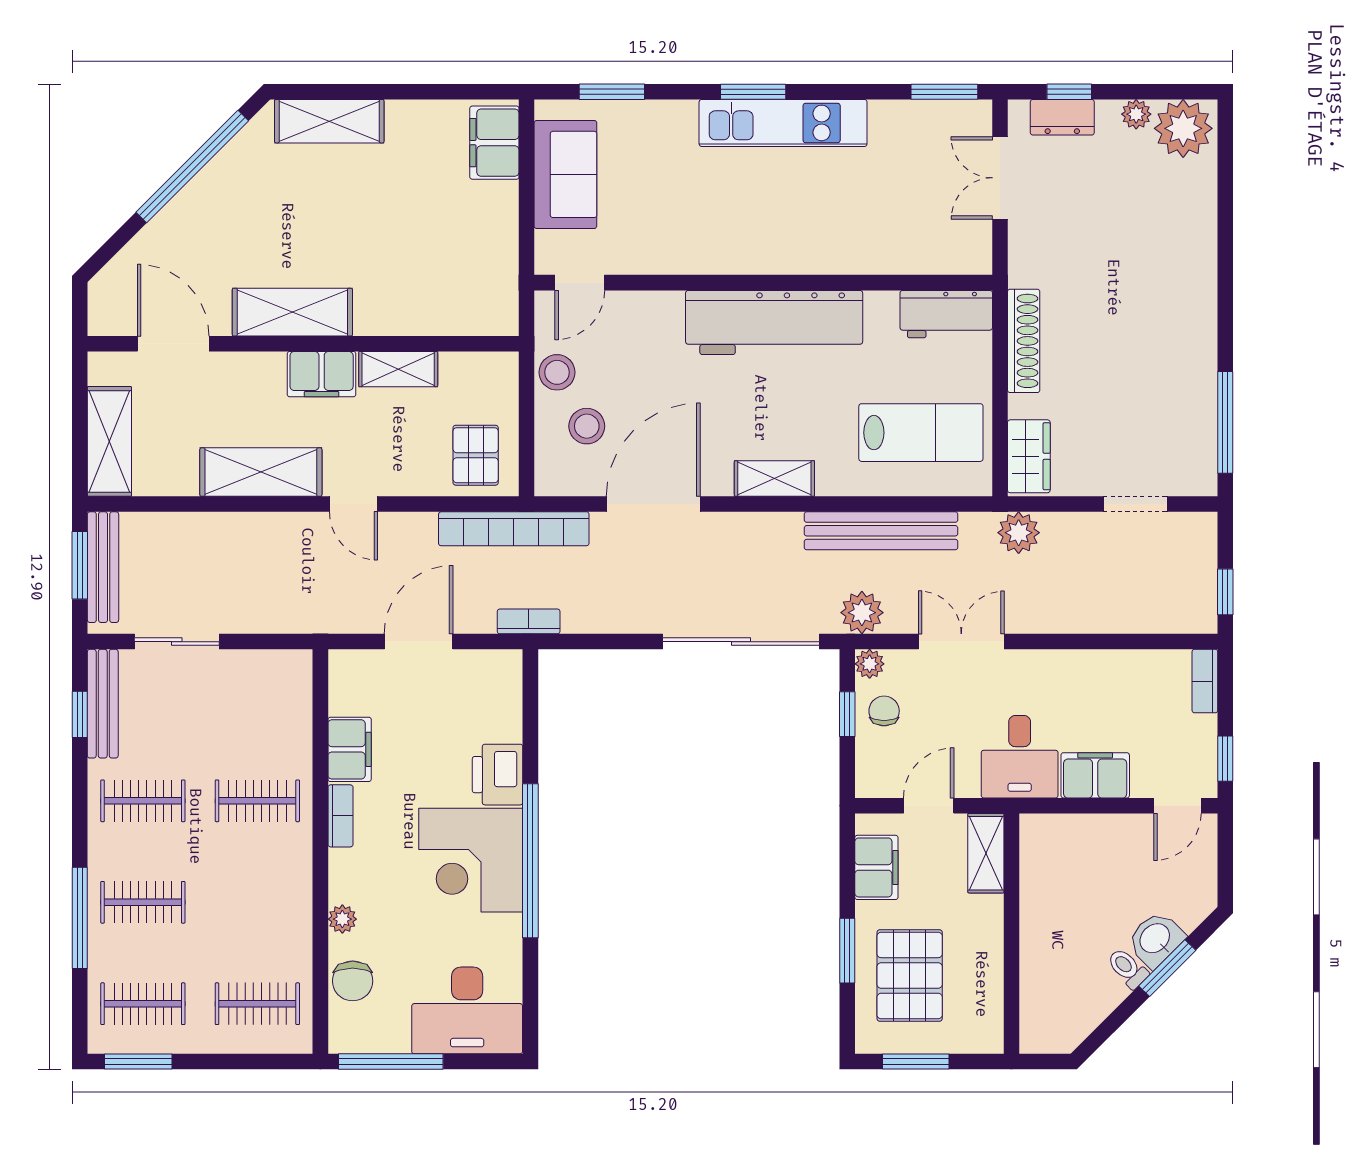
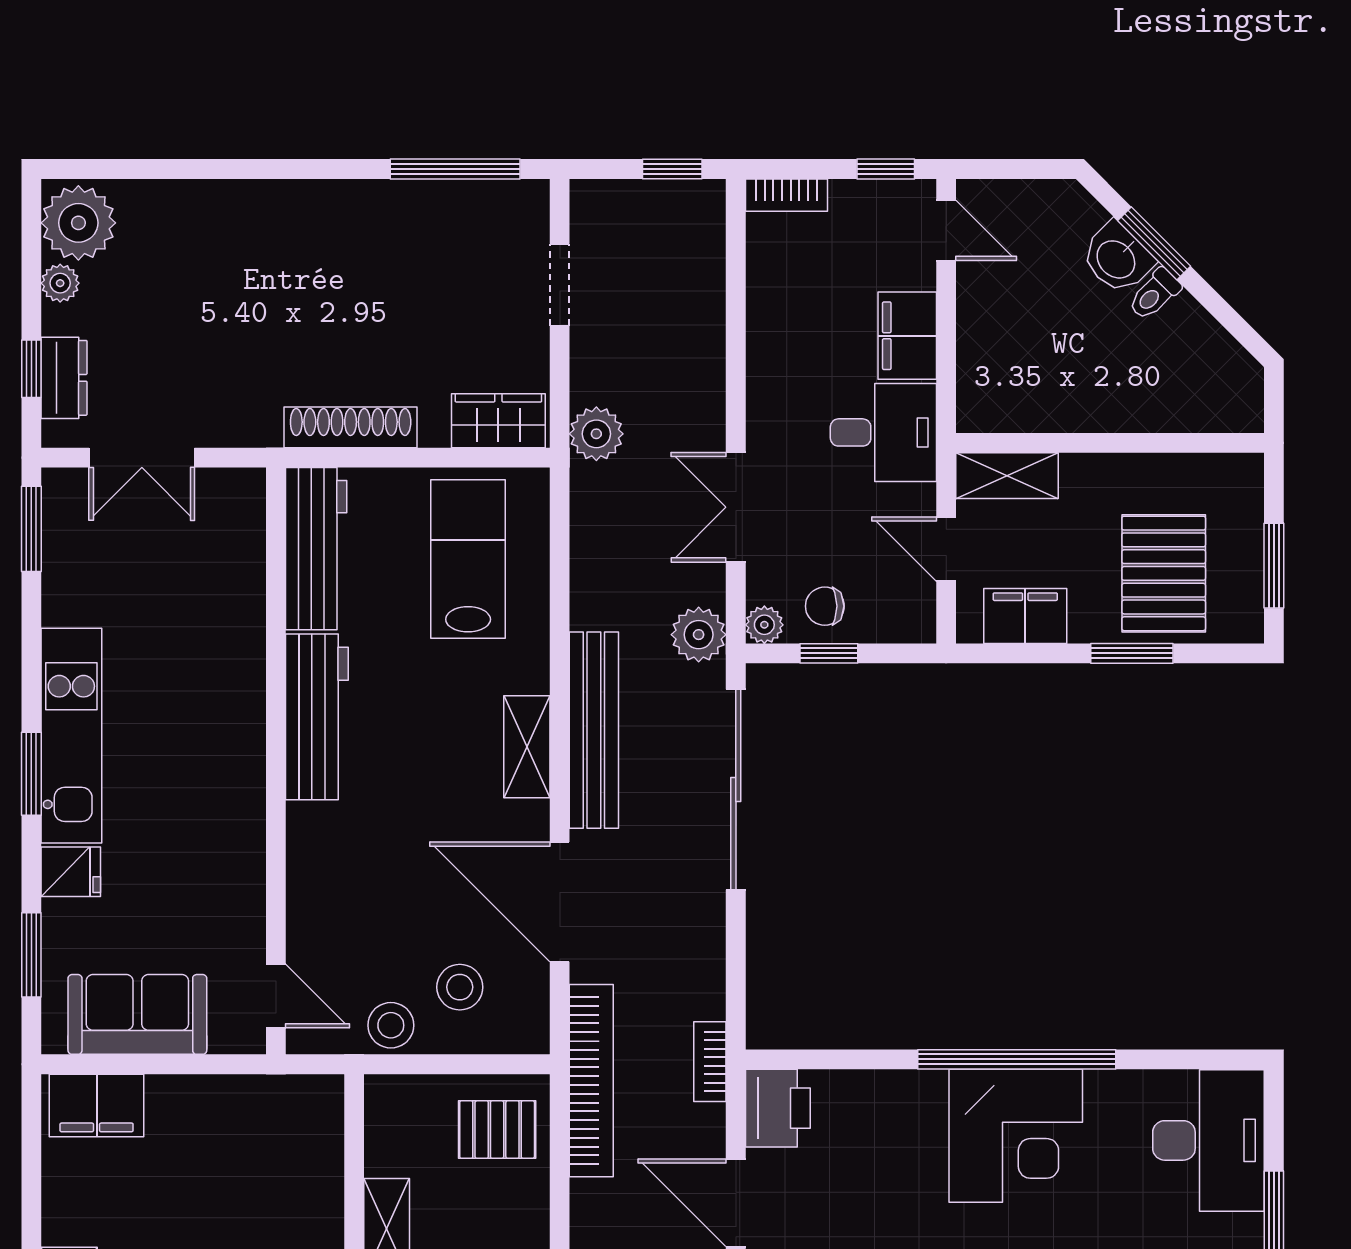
fridge: (677, 122) -> (71, 872), added
workbench: (946, 314) -> (316, 549), width x1.38
workbench: (774, 322) -> (317, 717), width x0.73, depth x0.76
bench: (881, 531) -> (594, 730), moved
printer: (498, 775) -> (778, 1108), moved, turned -90
pallet: (910, 975) -> (1164, 573), turned 90

